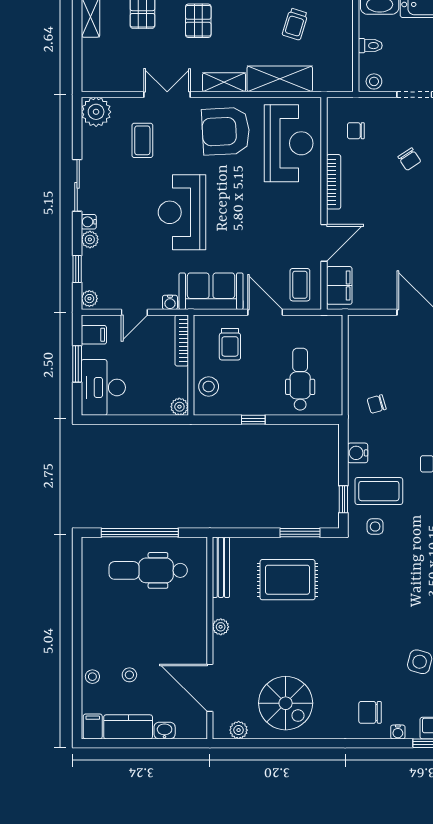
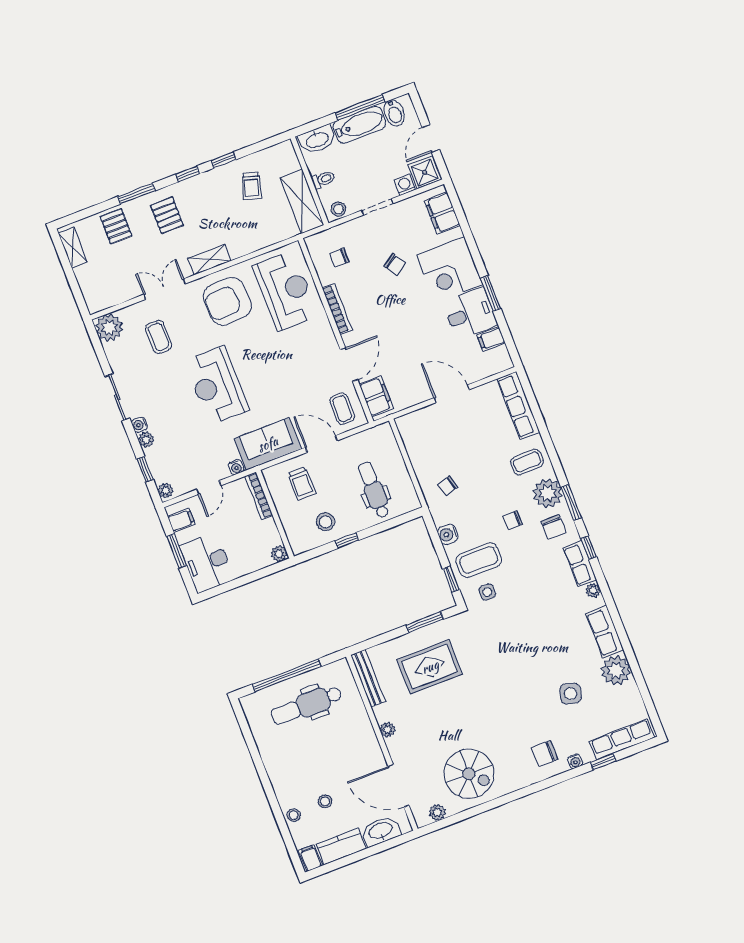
shelving: (280, 79) -> (302, 201), moved, turned 90
stool: (209, 387) -> (326, 522), moved
washbasin: (165, 731) -> (381, 831), width x1.91, depth x1.45

